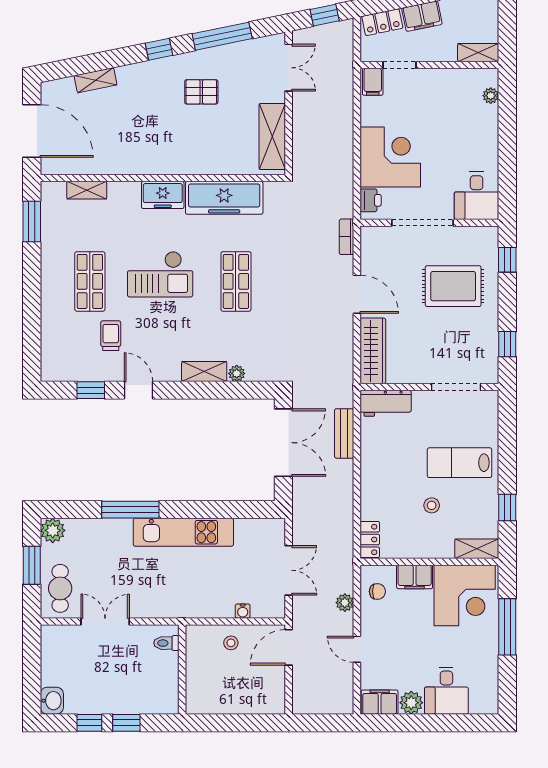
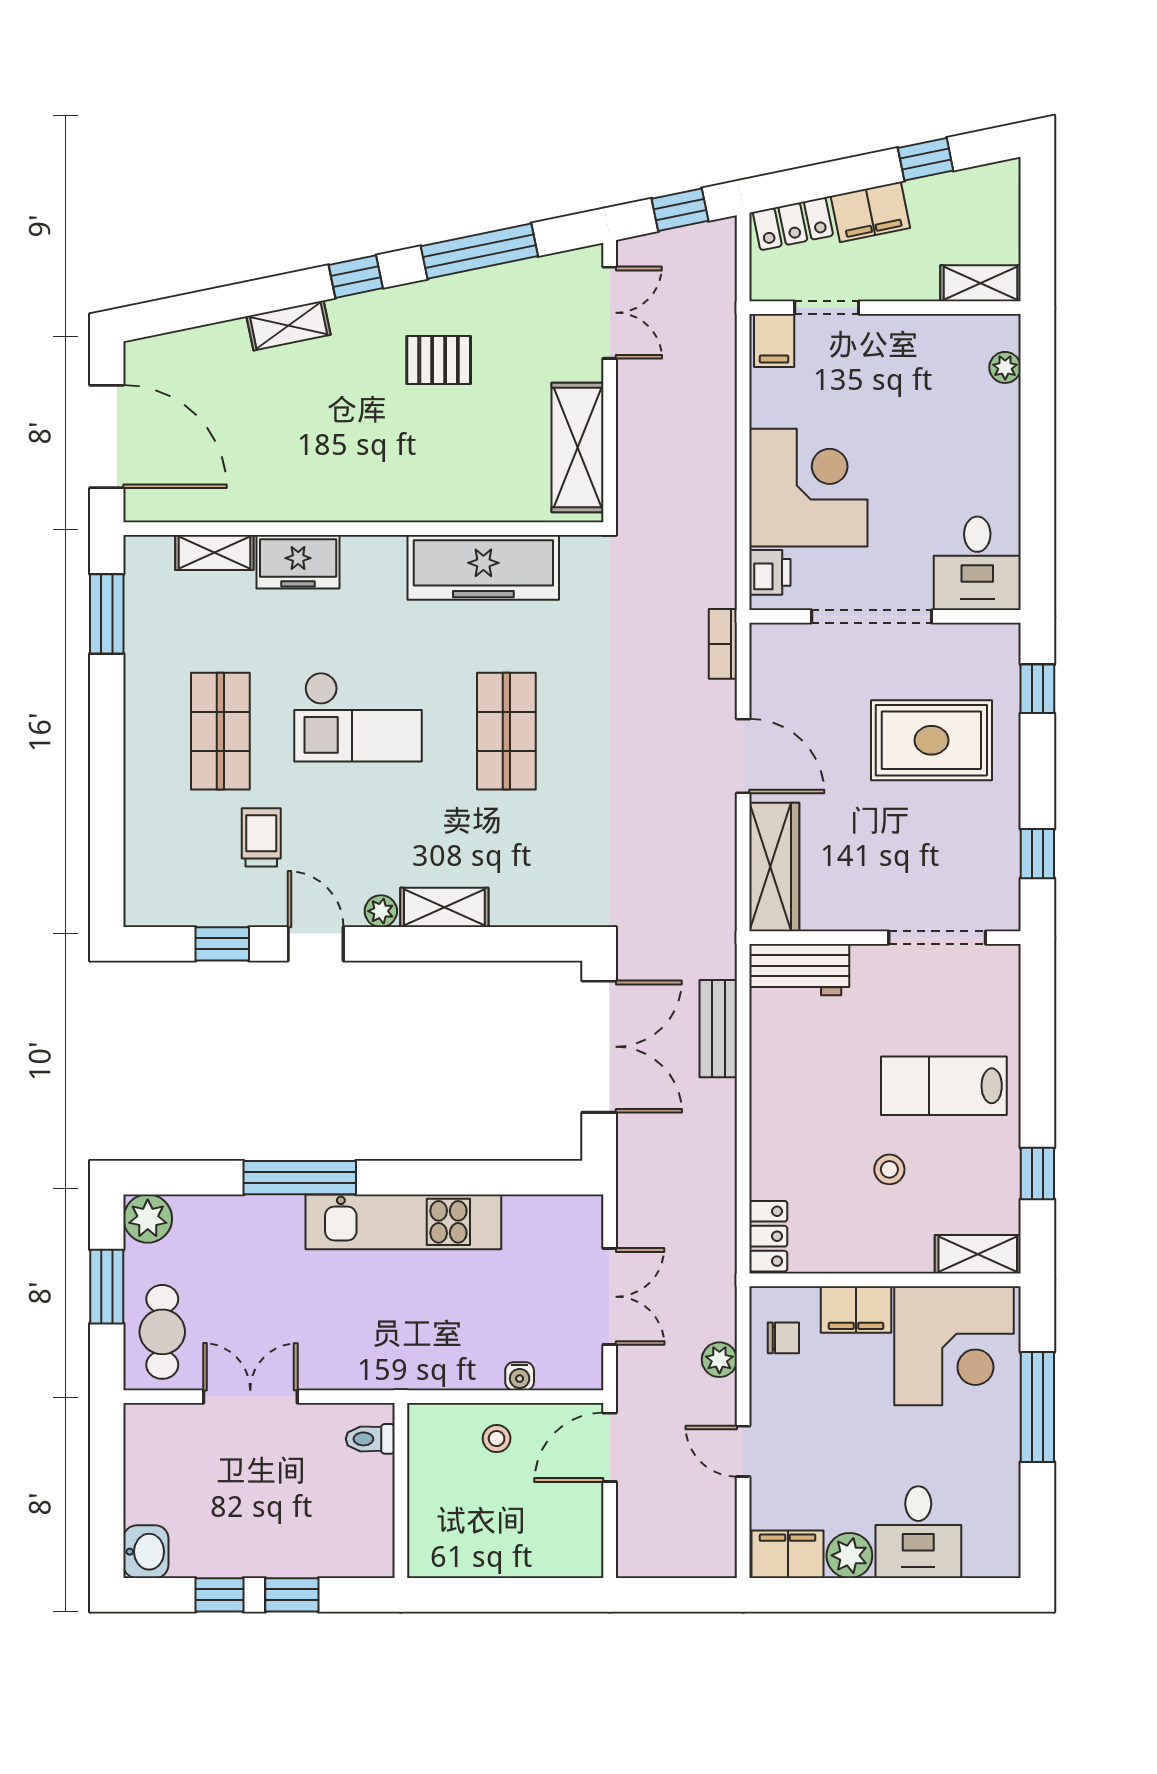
shelving: (96, 80) -> (289, 325), moved
freezer: (163, 195) -> (298, 562), moved
plant: (237, 373) -> (381, 911), moved

